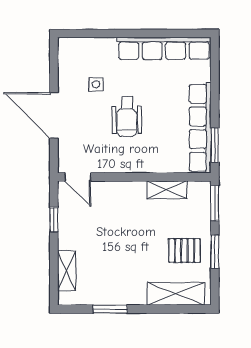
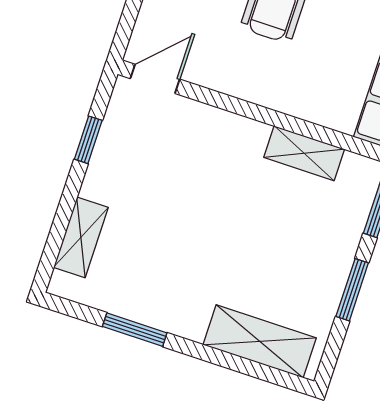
door: (78, 177) -> (155, 79), swing flipped
pallet: (184, 251) -> (300, 270), removed

